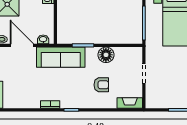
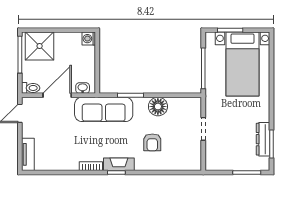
door: (22, 45) -> (57, 95), hinge flipped
armchair: (101, 85) -> (152, 142), turned 90
fireplace: (130, 103) -> (119, 164), moved

